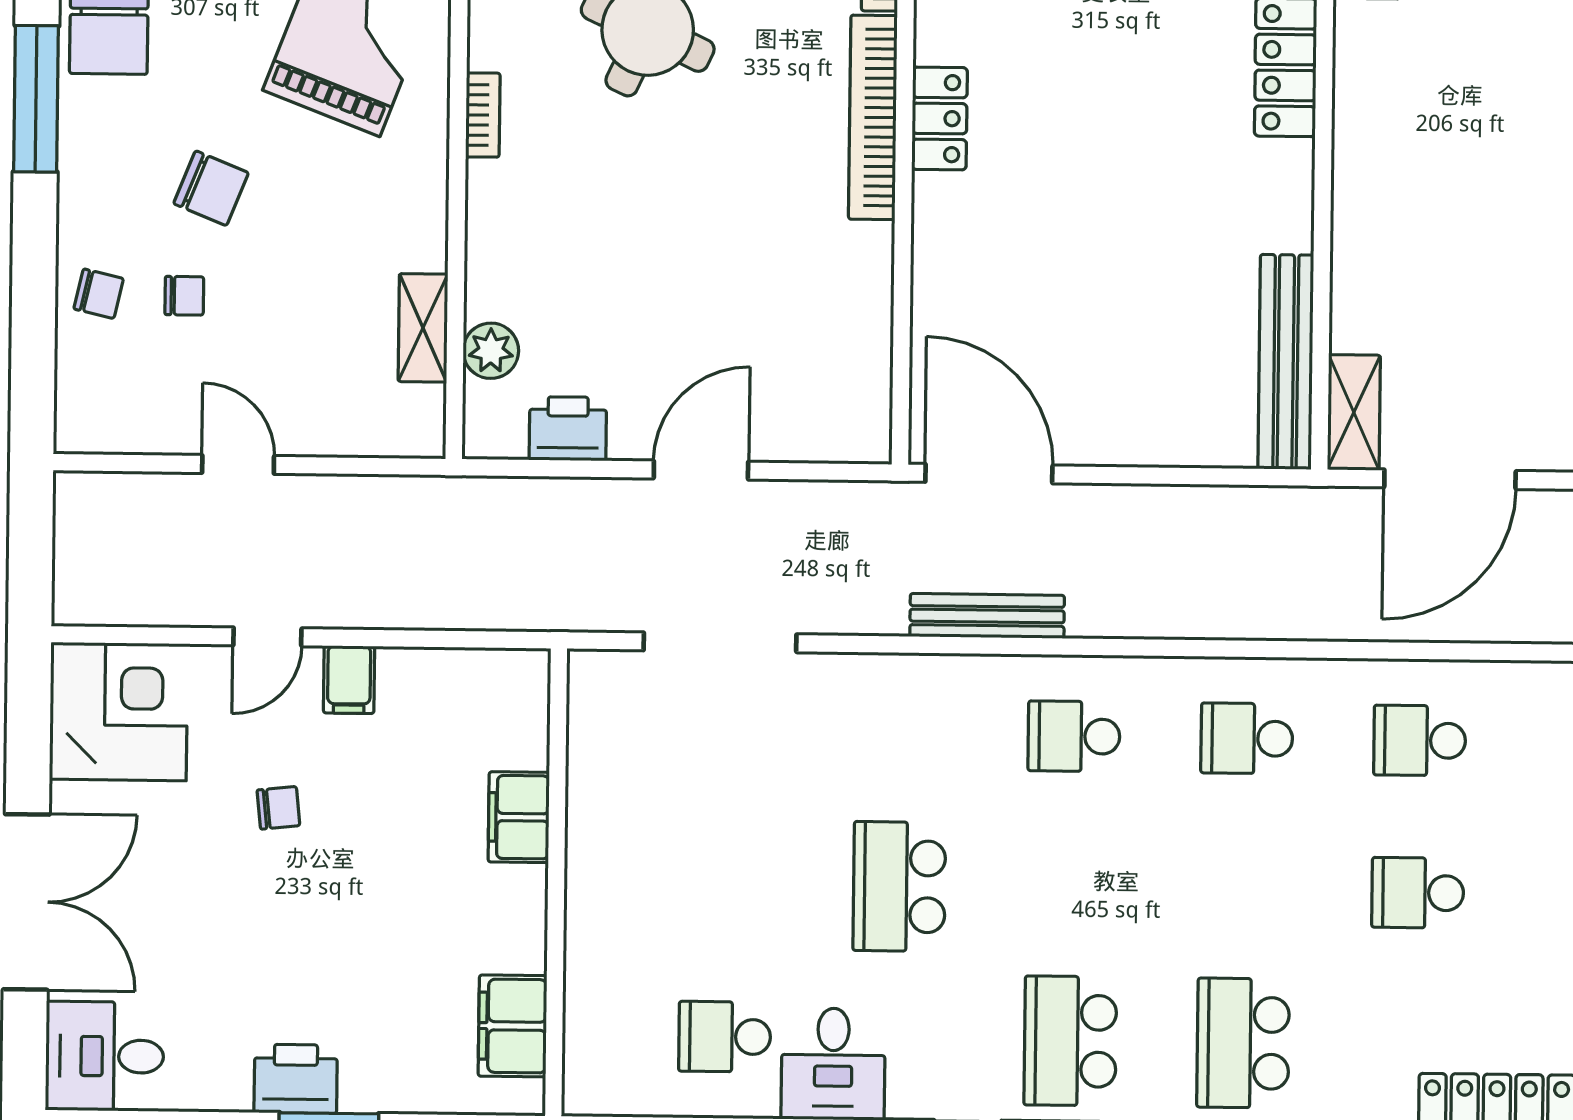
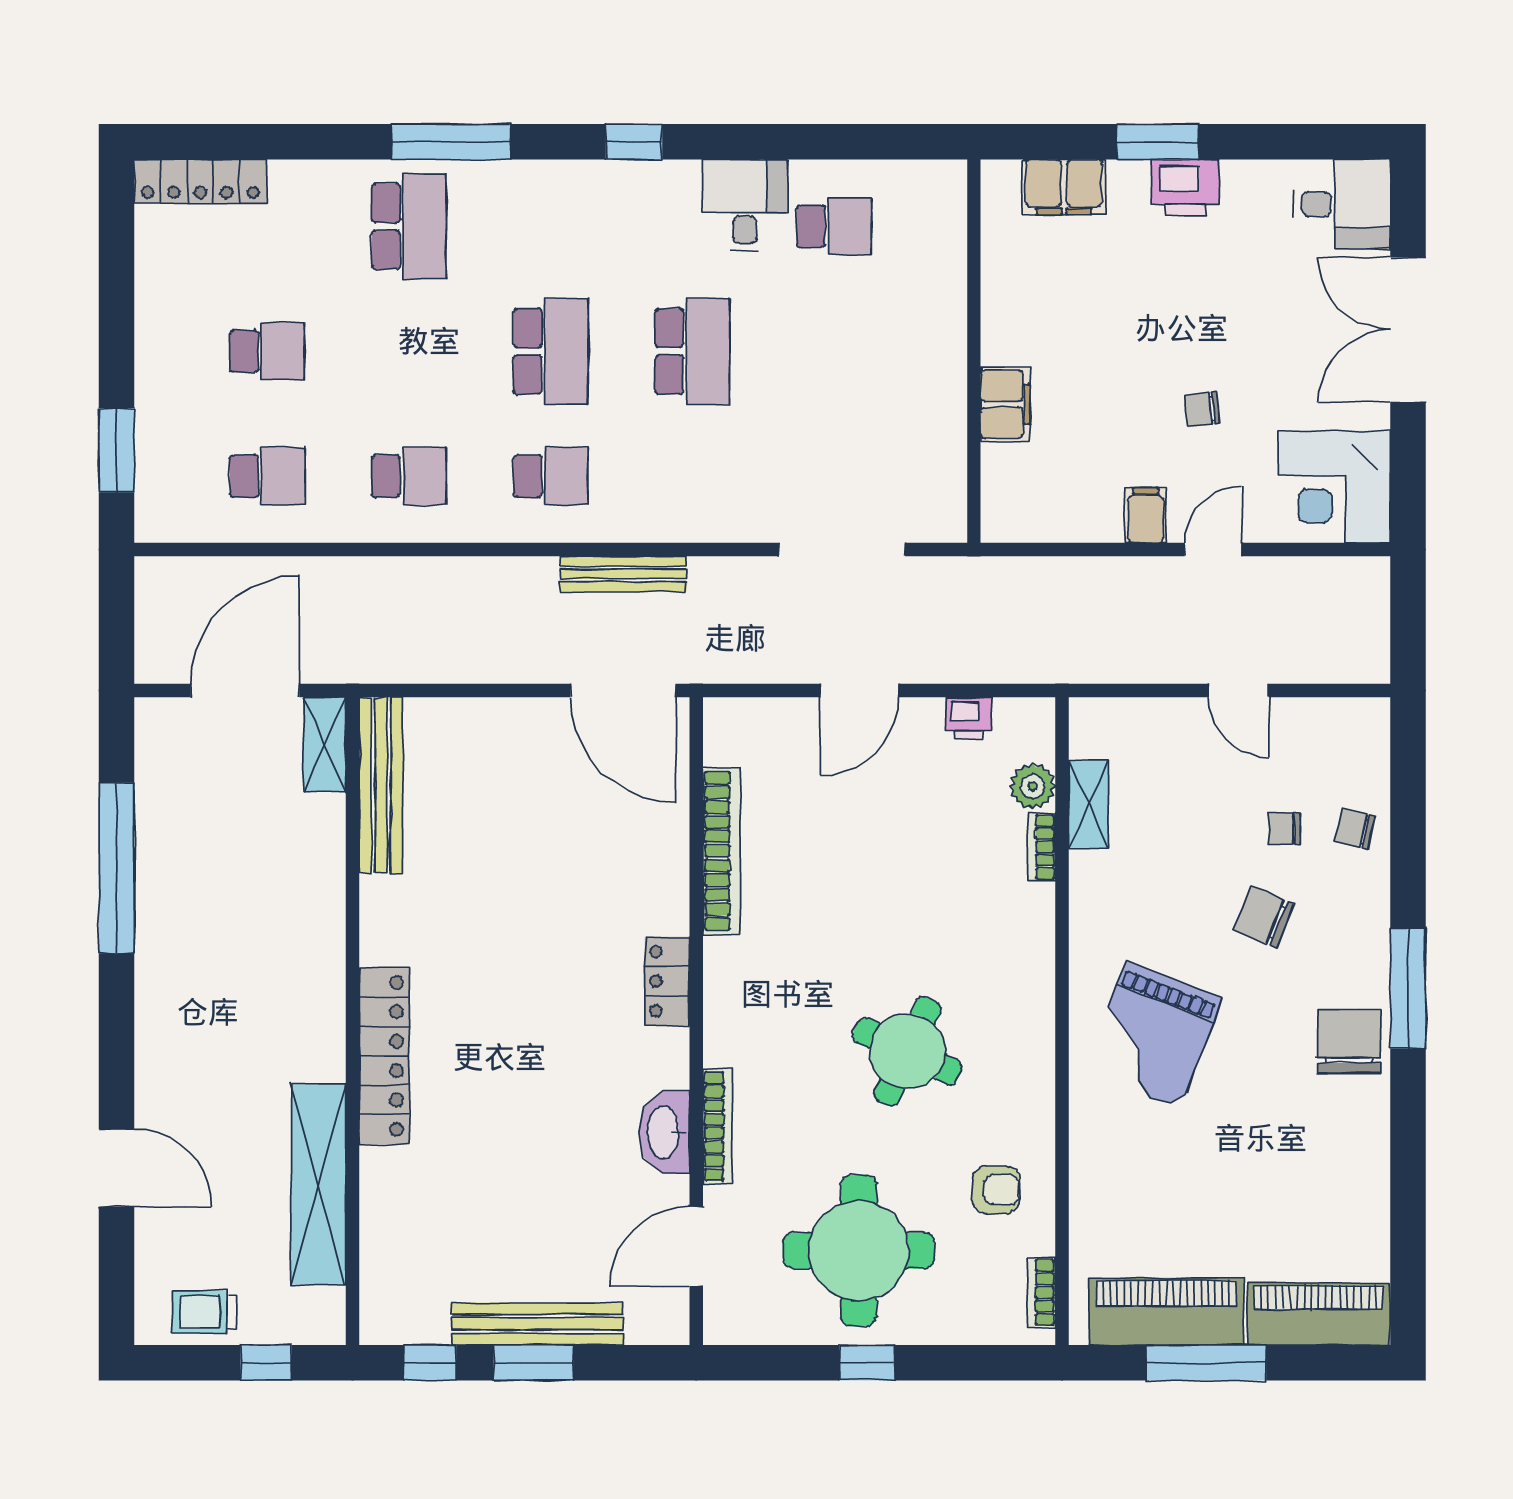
bookcase: (483, 115) -> (1042, 847), moved
bookcase: (873, 117) -> (722, 851), moved
printer: (568, 429) -> (969, 718), width x0.73, depth x0.81
filing cabinet: (513, 1026) -> (1064, 187), moved, turned 90
school desk: (1070, 1041) -> (551, 351), moved

